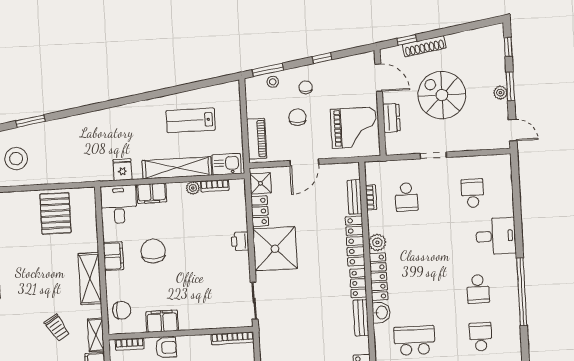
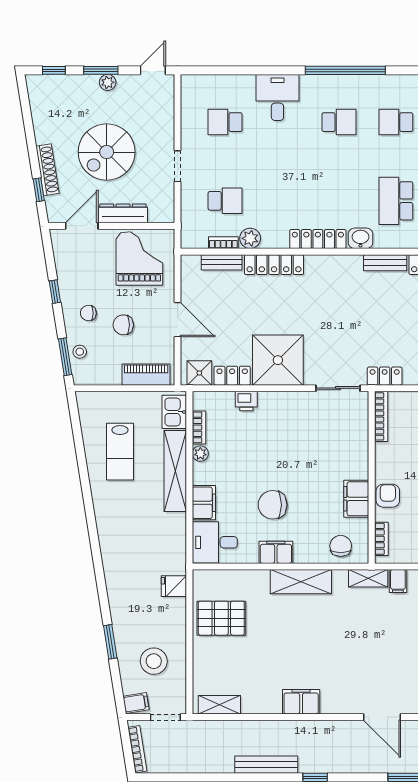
dresser: (391, 118) -> (123, 213), width x1.44
fridge: (122, 170) -> (174, 586), moved
printer: (240, 241) -> (246, 401), moved
plant: (377, 242) -> (250, 238), moved
locker: (358, 283) -> (385, 376), moved, turned 180
bench: (361, 318) -> (385, 263), moved
trolley: (57, 328) -> (357, 624), removed

